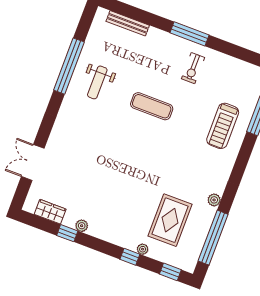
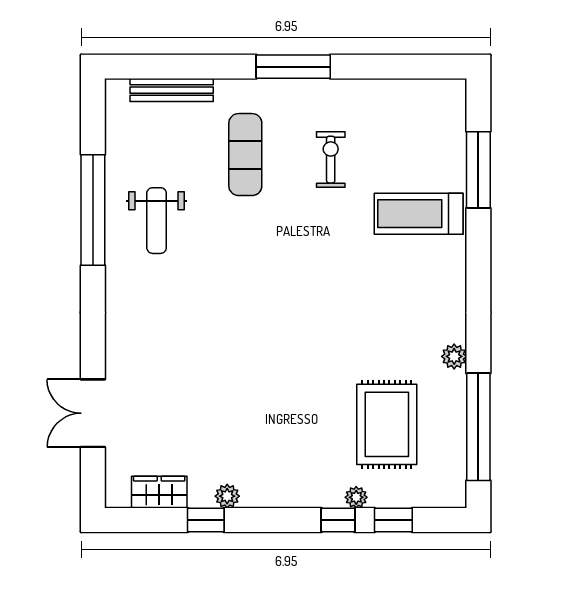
exercise bike: (193, 68) -> (331, 160), moved, turned 180
exercise mat: (152, 106) -> (245, 155), moved, turned 90
treadmill: (223, 126) -> (419, 214), turned 90
window: (170, 272) -> (393, 520), moved

